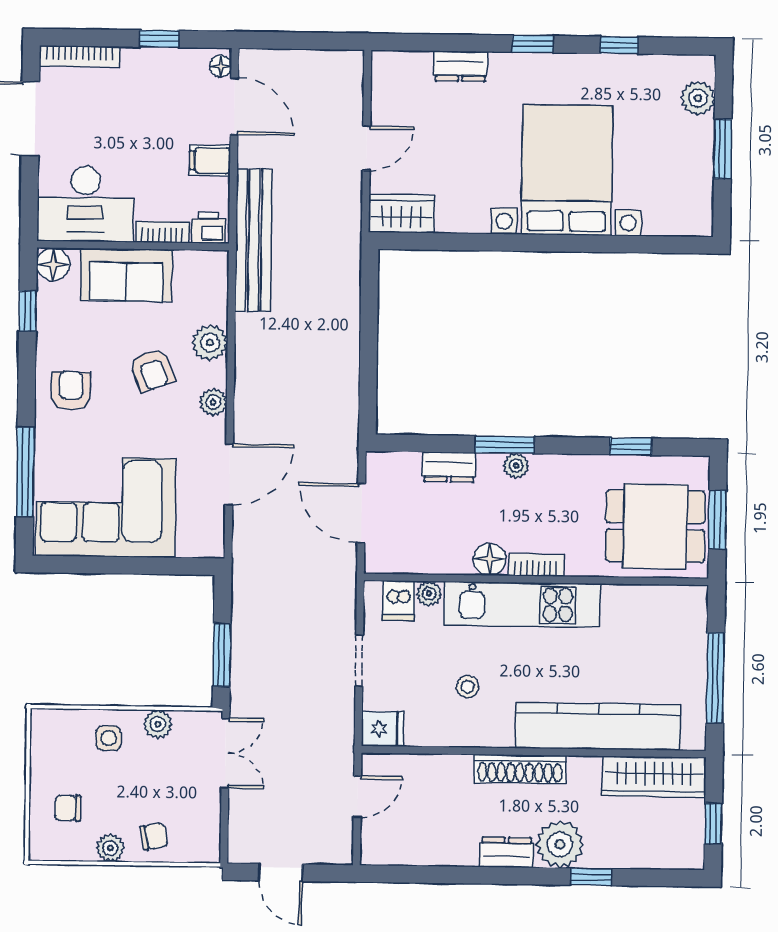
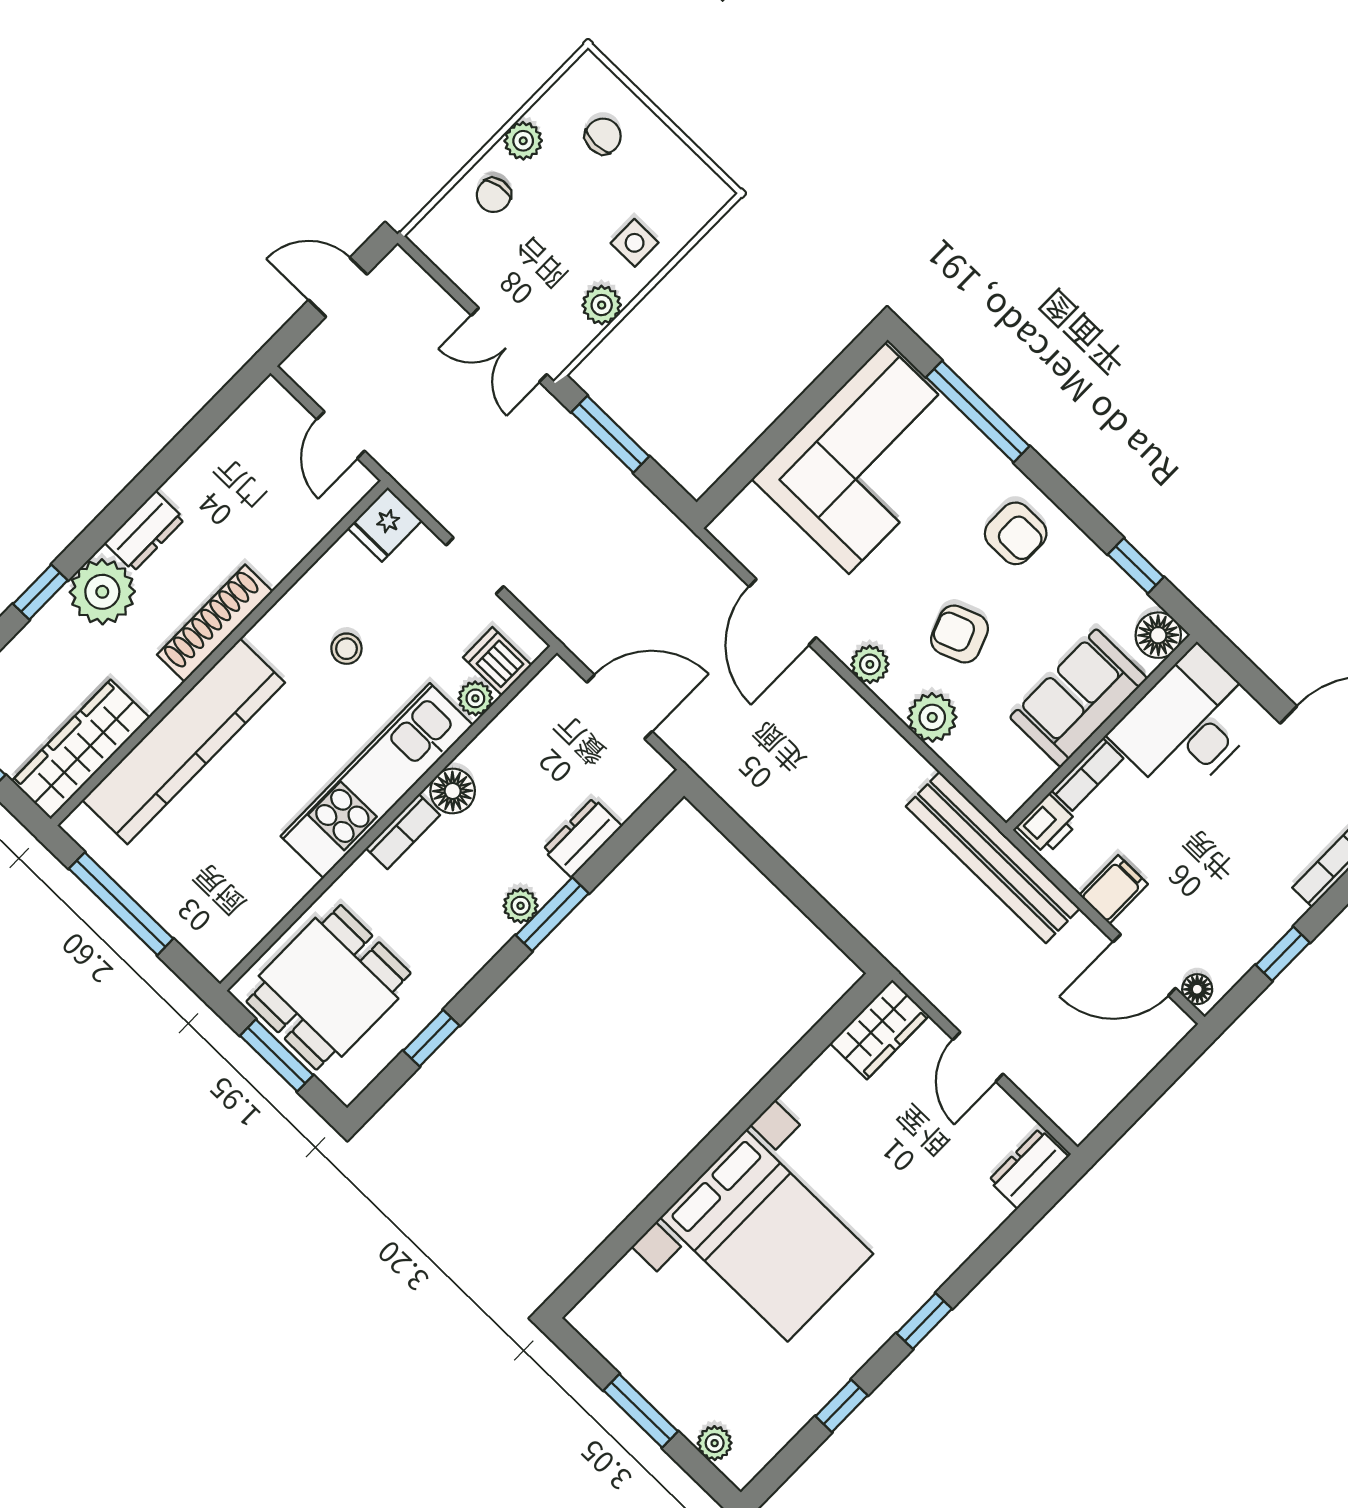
dresser: (460, 66) -> (1029, 1169), moved
plant: (698, 98) -> (715, 1443), width x0.73, depth x0.73

